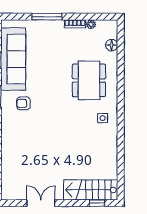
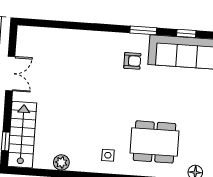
armchair: (23, 103) -> (132, 61), turned 90
plant: (111, 156) -> (61, 162), added

